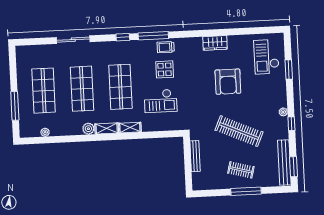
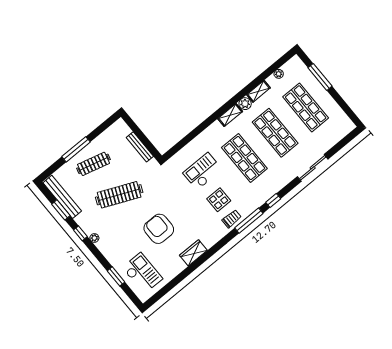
shelving: (130, 128) -> (258, 91), moved
window: (294, 167) -> (61, 210), moved
clothes rail: (241, 170) -> (94, 164), width x1.36

